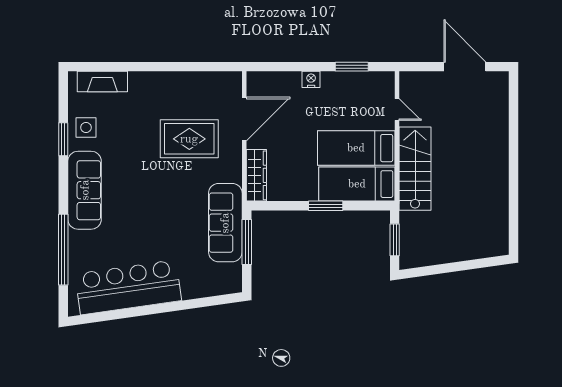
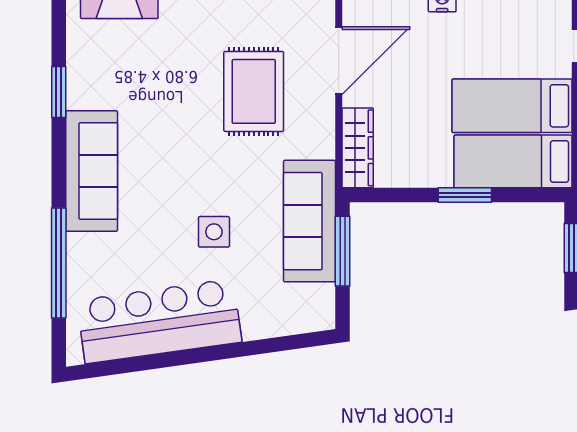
side table: (86, 127) -> (214, 232), moved
rug: (189, 139) -> (254, 91), turned 90

